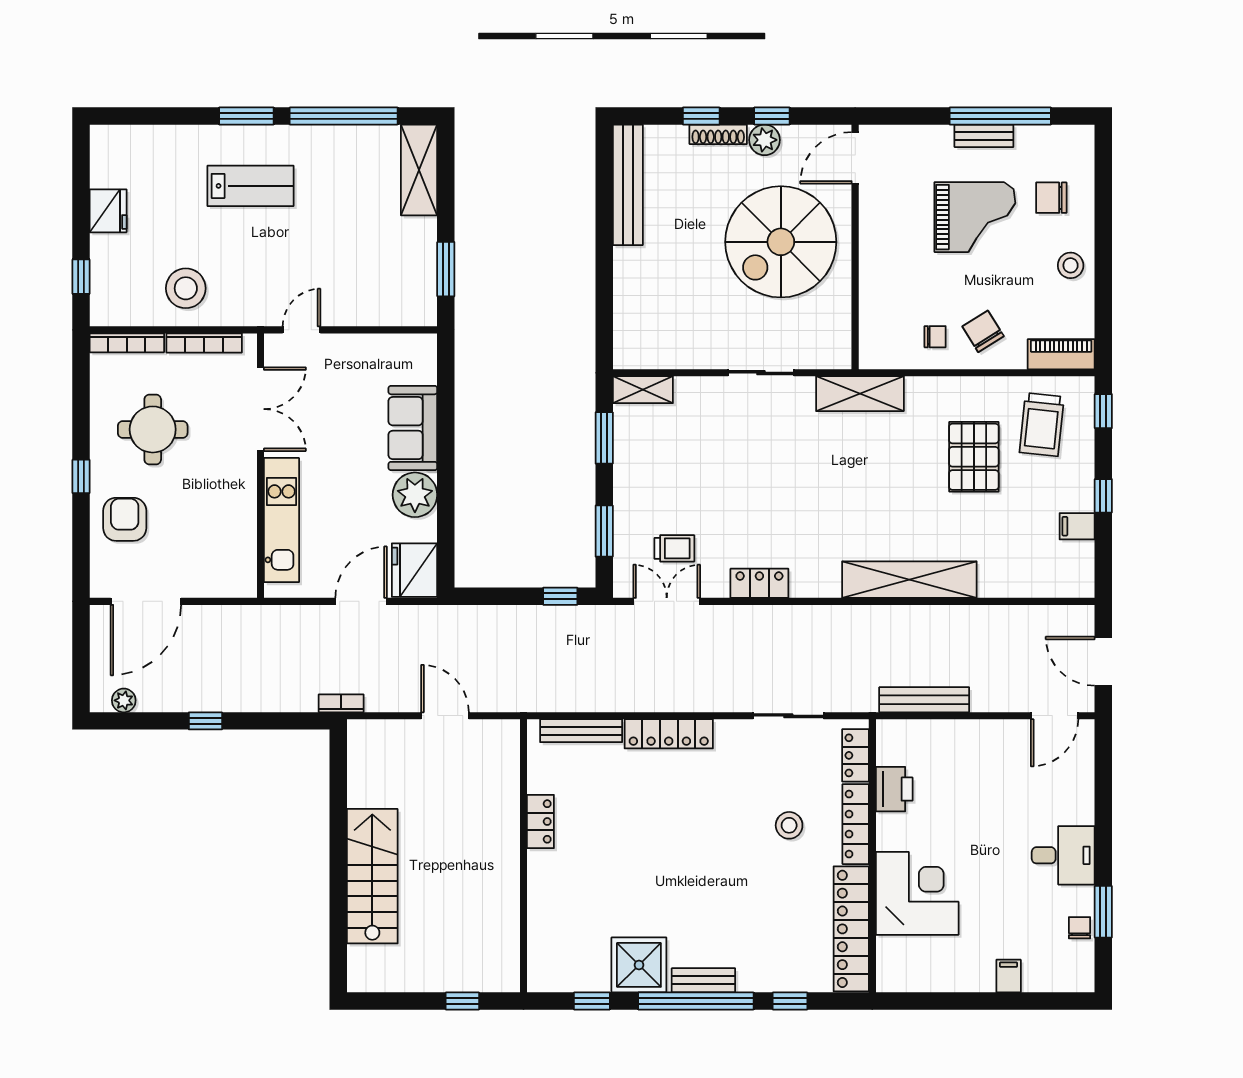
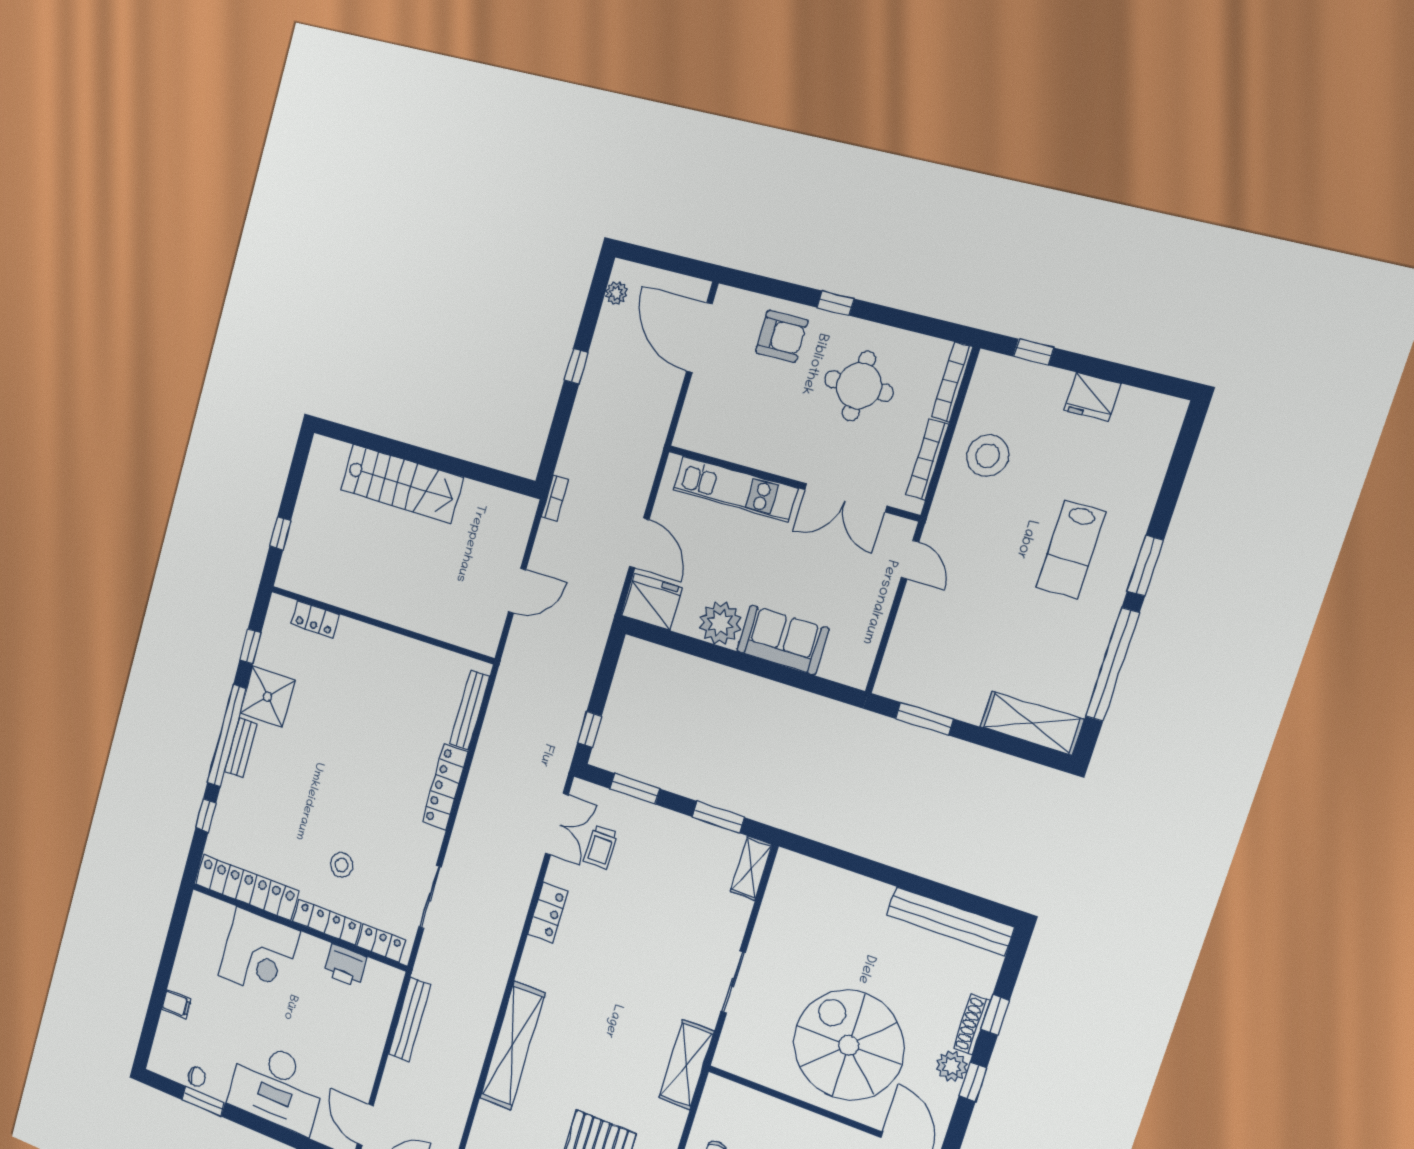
locker: (540, 821) -> (315, 619), moved
desk: (1063, 855) -> (277, 1087), width x1.87, depth x1.30

